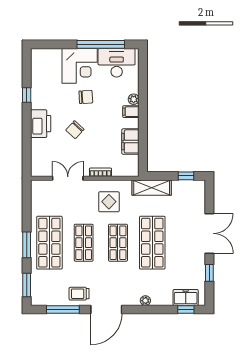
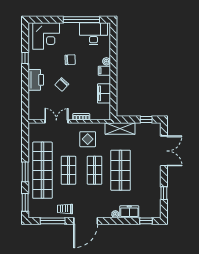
corner desk: (80, 66) -> (46, 36), moved
double door: (209, 233) -> (164, 151), moved
shop shelf: (49, 243) -> (42, 170), width x1.40
freezer: (186, 297) -> (129, 212), moved

